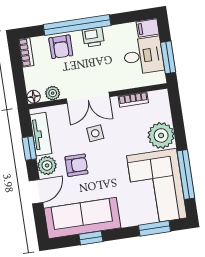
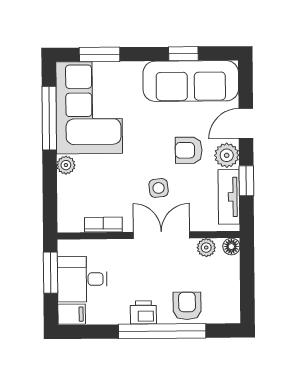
bookcase: (26, 52) -> (233, 305), removed
plant: (161, 135) -> (66, 165), width x0.53, depth x0.53

